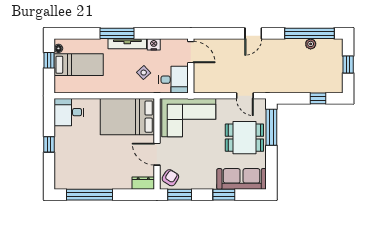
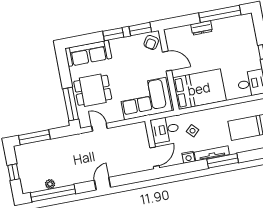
door: (191, 52) -> (154, 157), swing flipped
window: (318, 98) -> (34, 137), width x2.17
dresser: (143, 183) -> (202, 28), moved
window: (224, 195) -> (113, 34), moved

